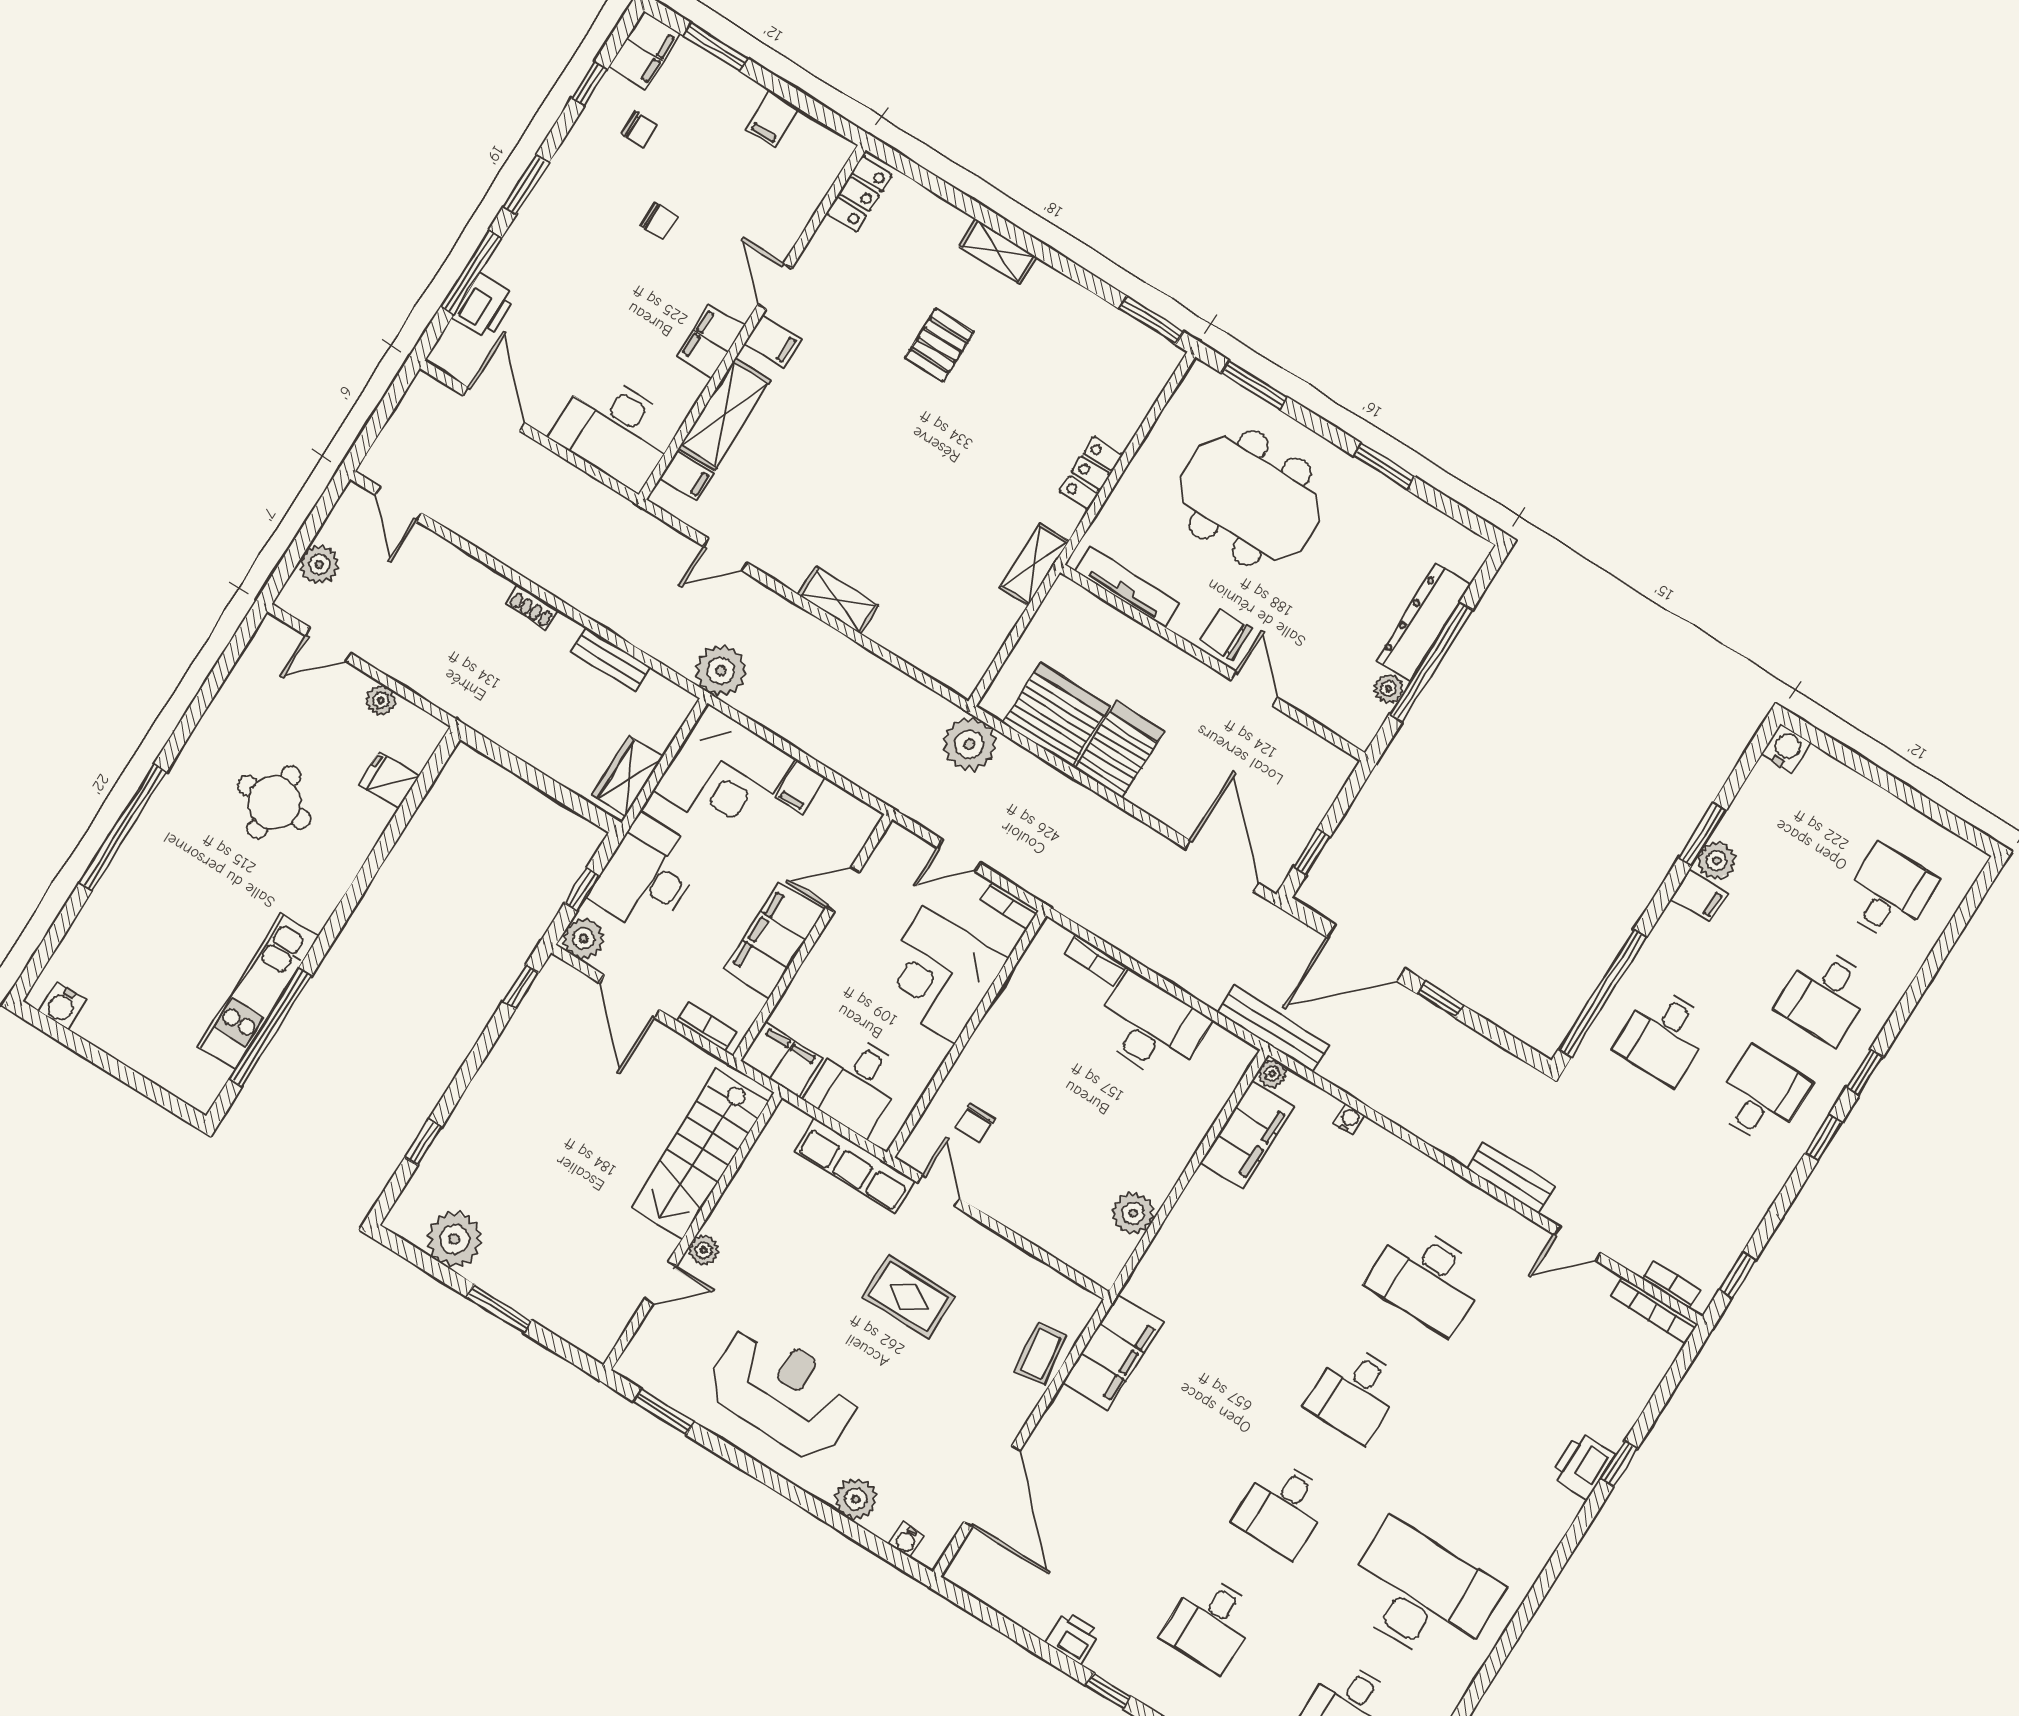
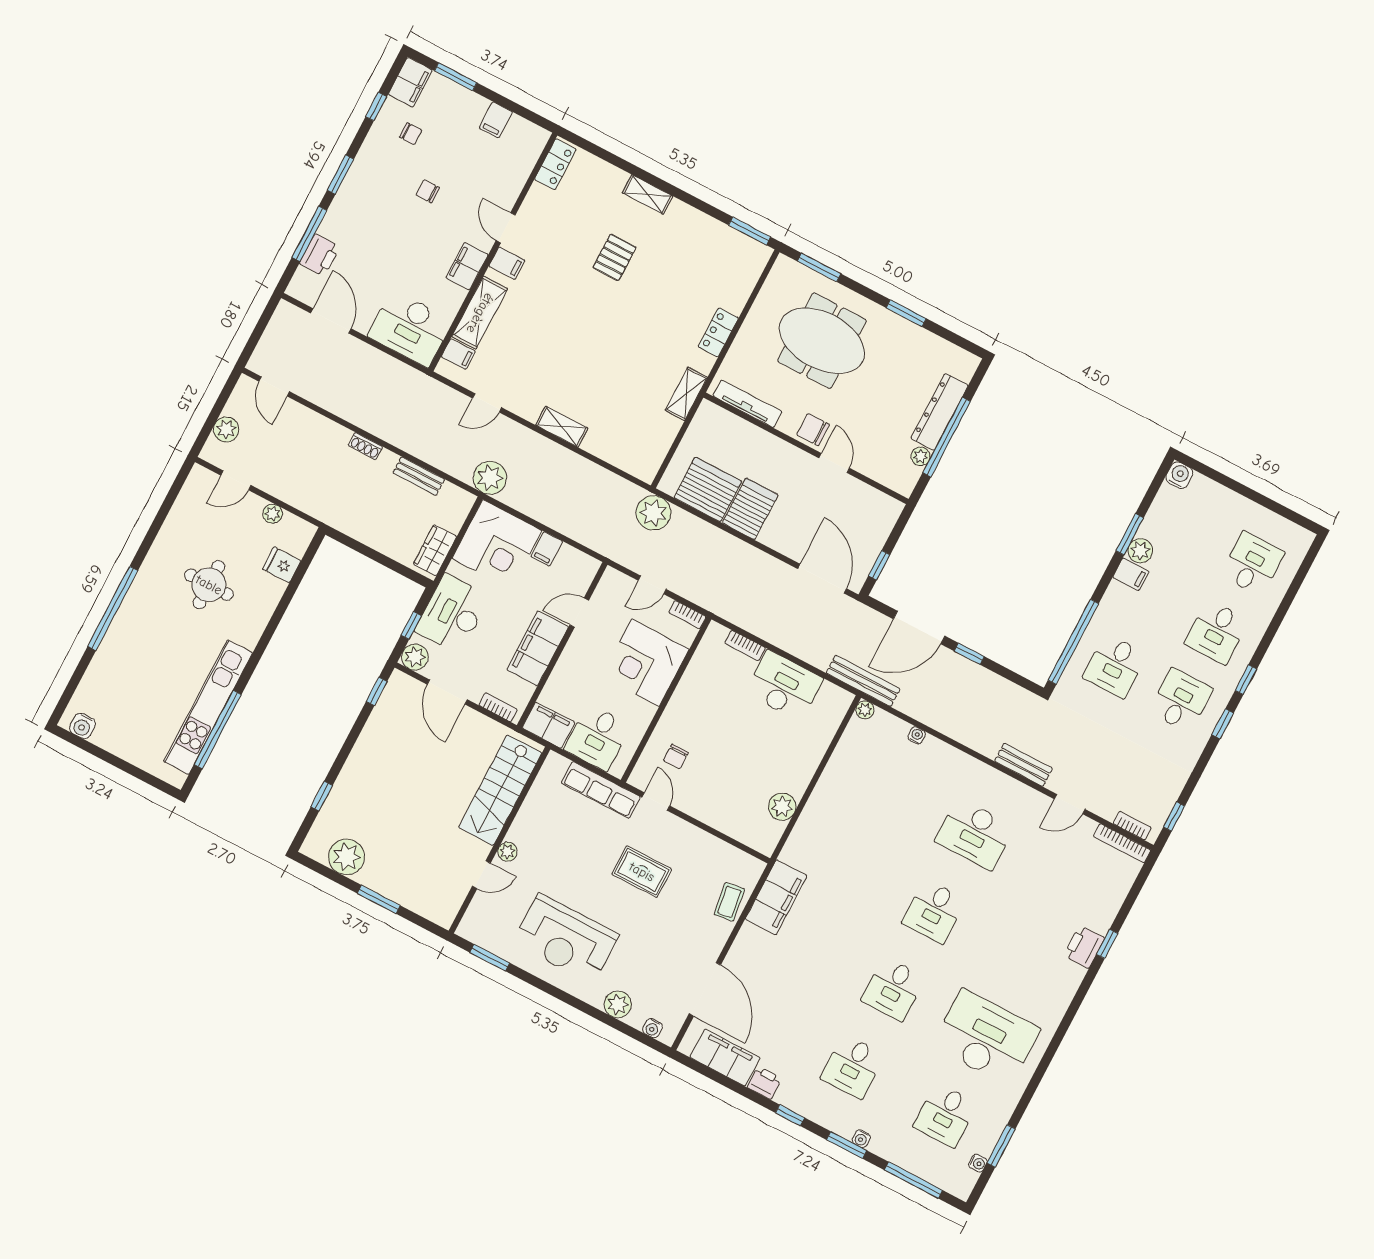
chair: (659, 221) -> (428, 191), turned 180
kitchen unit: (258, 991) -> (208, 707), width x1.36
filing cabinet: (1247, 1135) -> (725, 1058), moved, turned -90
reception desk: (783, 1392) -> (566, 939), turned 180

